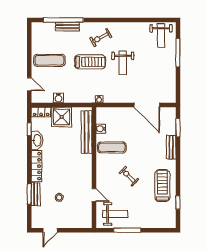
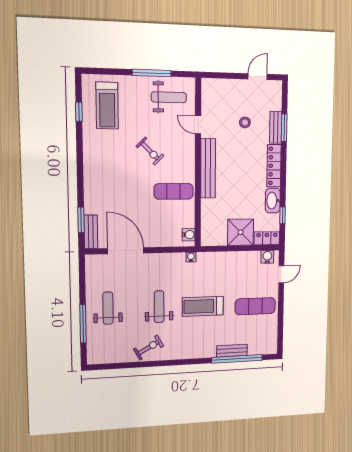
weight bench: (161, 35) -> (108, 308), moved
exercise bike: (101, 37) -> (149, 348), moved
door: (29, 84) -> (281, 274), swing flipped
water cooler: (58, 98) -> (267, 257), moved
water cooler: (101, 129) -> (189, 235), moved
bench: (87, 132) -> (208, 168), moved
bench: (171, 147) -> (91, 232), moved
treadmill: (162, 186) -> (107, 106), moved
weight bench: (115, 214) -> (169, 97), turned 180

